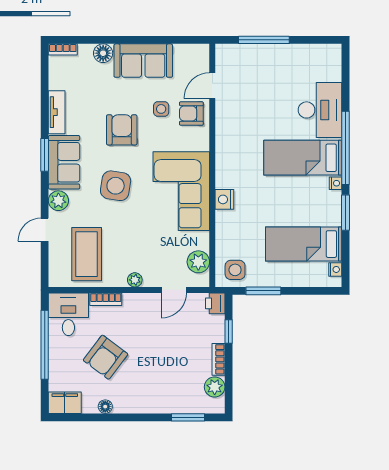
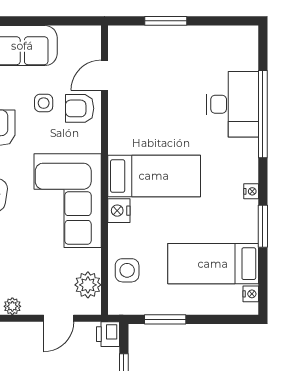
window: (264, 40) -> (166, 21), width x0.69
window: (345, 148) -> (263, 114), moved
bed: (303, 158) -> (154, 176), moved, turned 180
side table: (235, 270) -> (127, 270), moved

